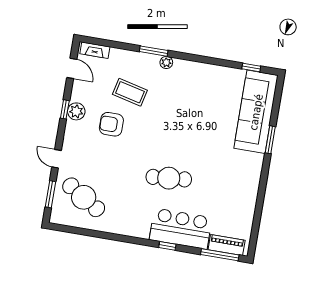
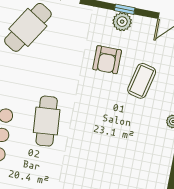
armchair: (111, 124) -> (107, 60), turned 180

